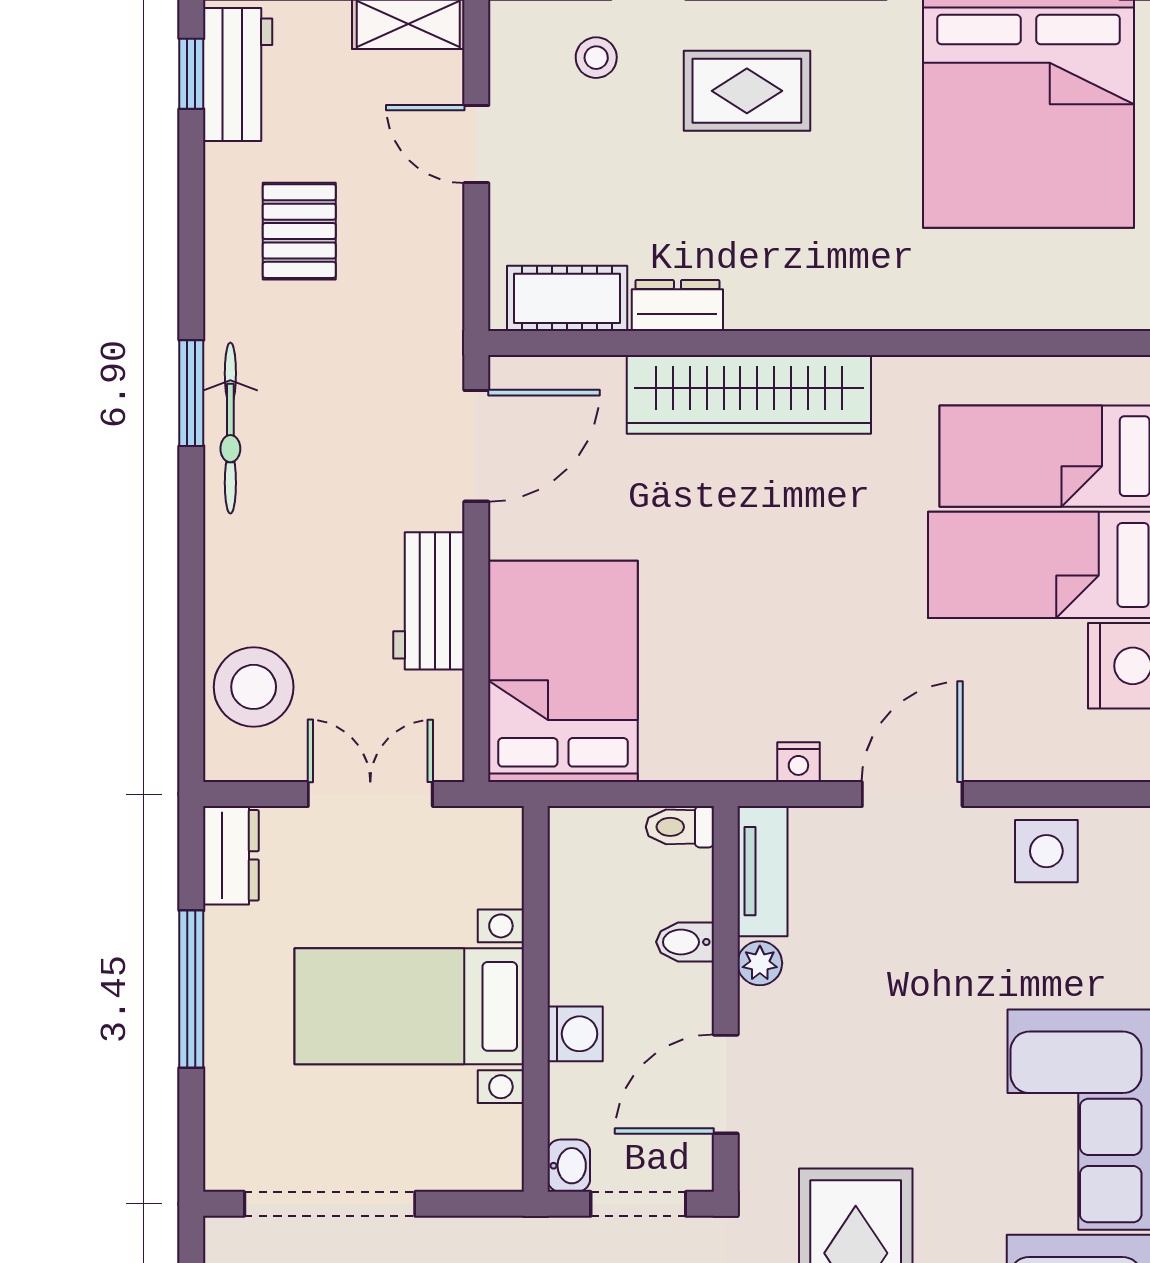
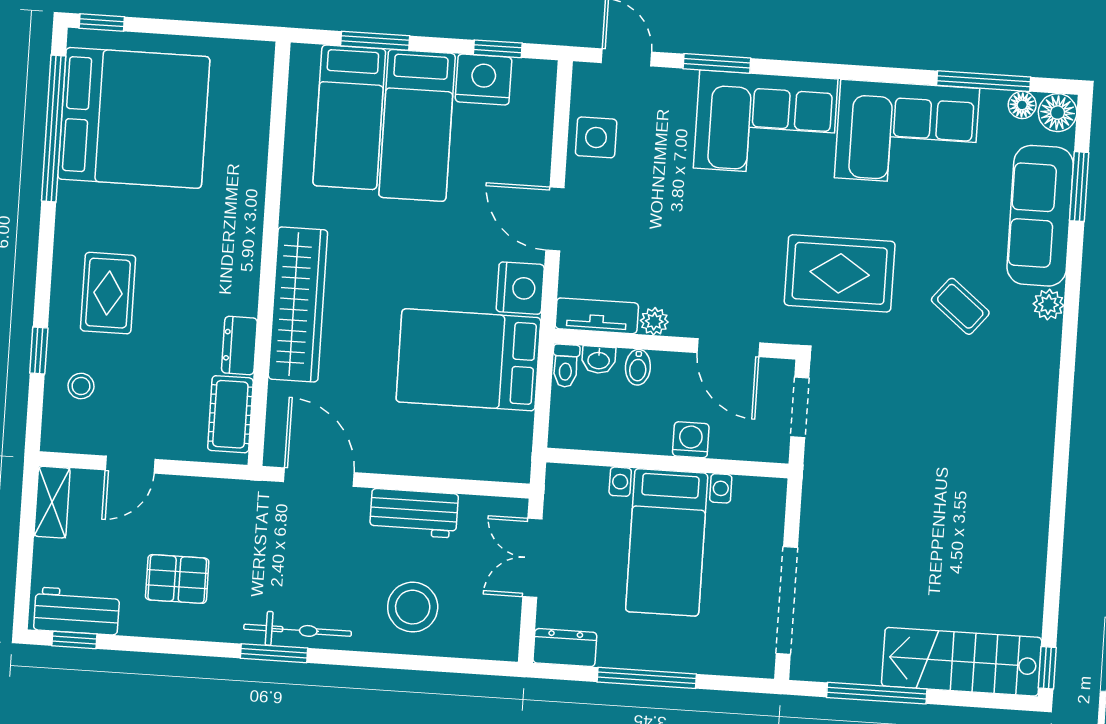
bed: (563, 671) -> (468, 360), moved
stool: (254, 687) -> (413, 607), moved
nightstand: (798, 762) -> (520, 288), width x1.89, depth x1.79
washbasin: (569, 1166) -> (599, 360), moved, turned 180

